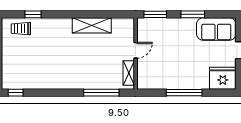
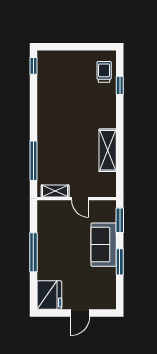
sofa: (216, 29) -> (104, 245), moved

